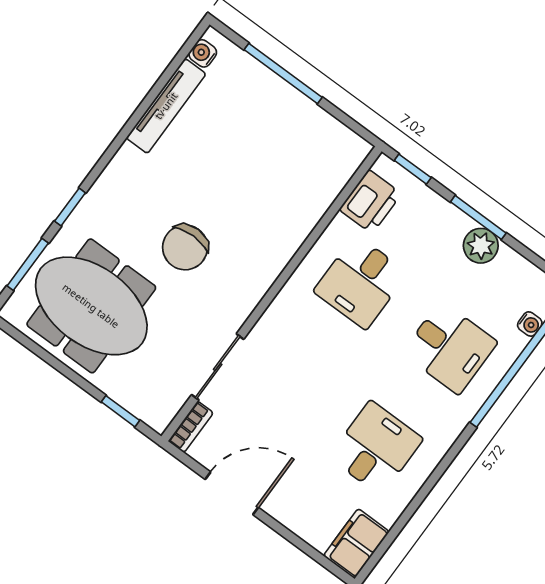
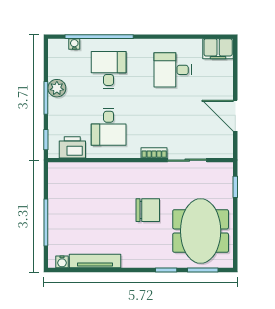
desk: (361, 282) -> (109, 127), turned 90
bookcase: (191, 427) -> (154, 153), moved

